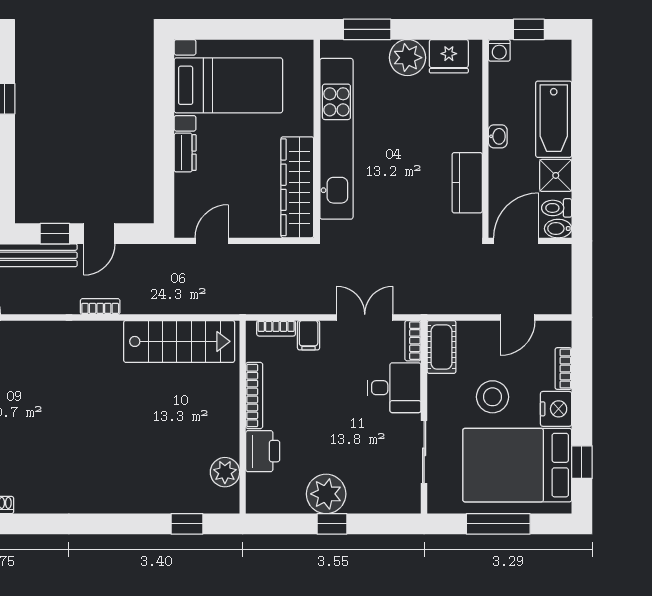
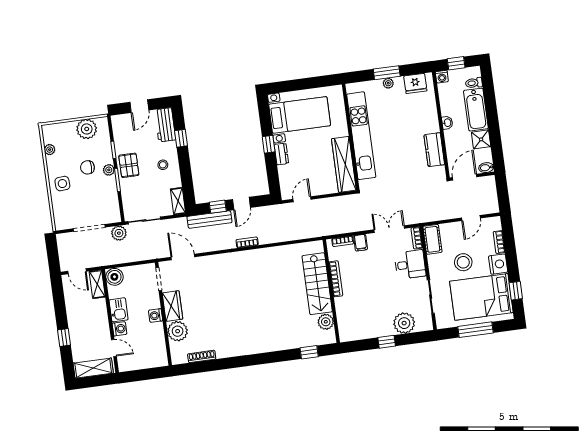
window: (367, 29) -> (387, 73), moved
plant: (407, 58) -> (388, 83), width x0.53, depth x0.53
window: (164, 131) -> (269, 144), added
toilet: (557, 208) -> (474, 83), moved
stairs: (179, 341) -> (317, 284), moved, turned 90
printer: (263, 451) -> (344, 308), removed
plant: (326, 494) -> (404, 323), moved

